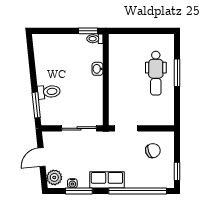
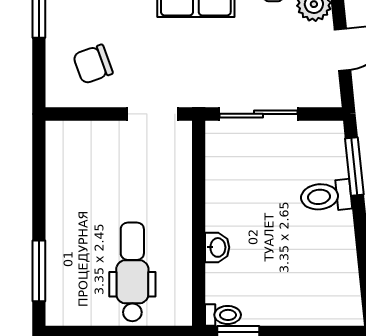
dental chair: (156, 73) -> (132, 272), moved
window: (177, 73) -> (39, 271), moved

